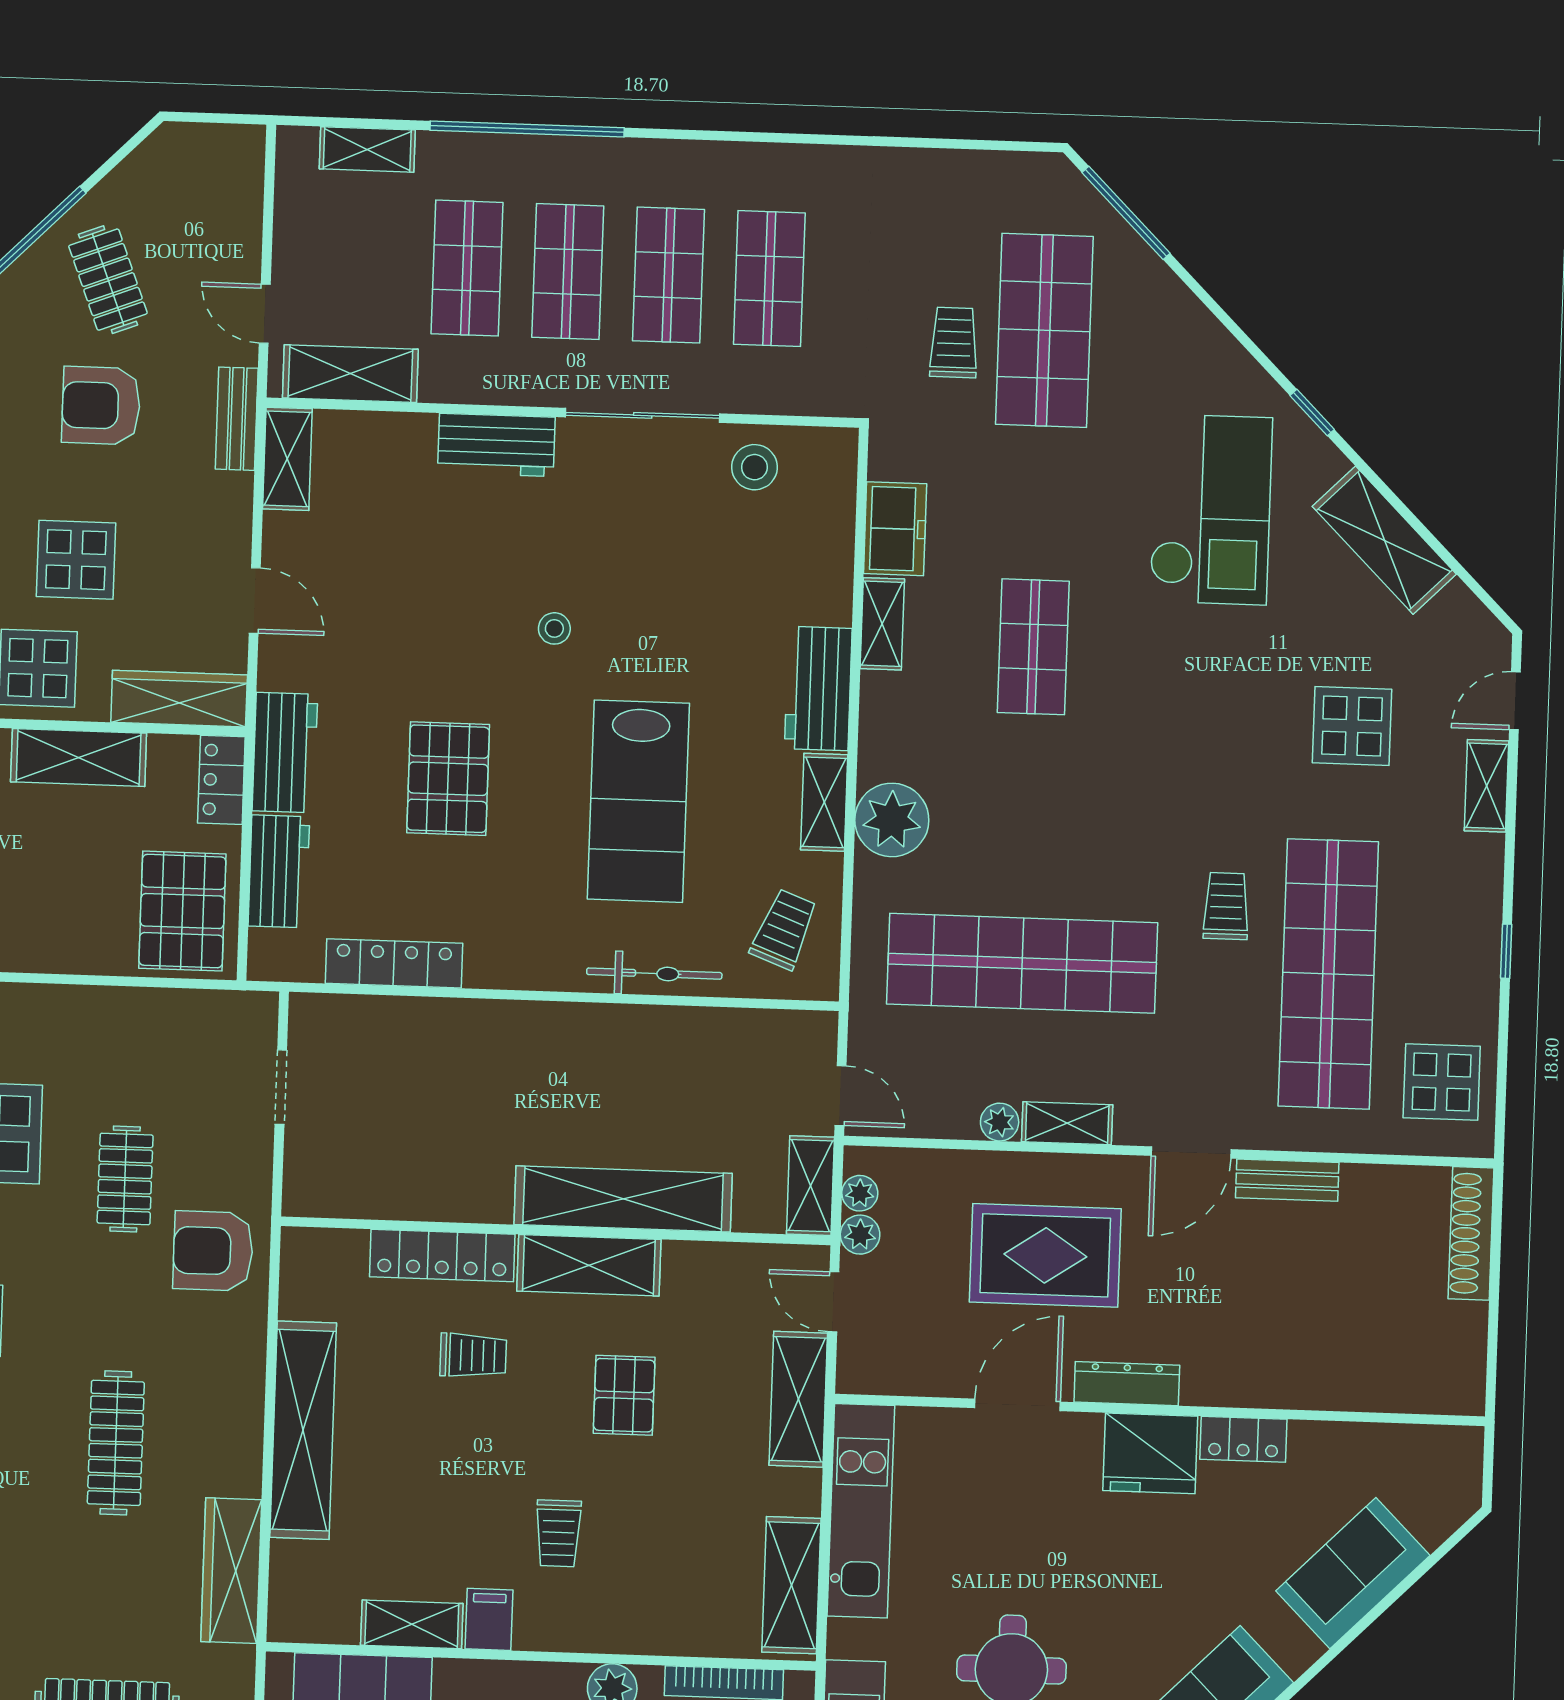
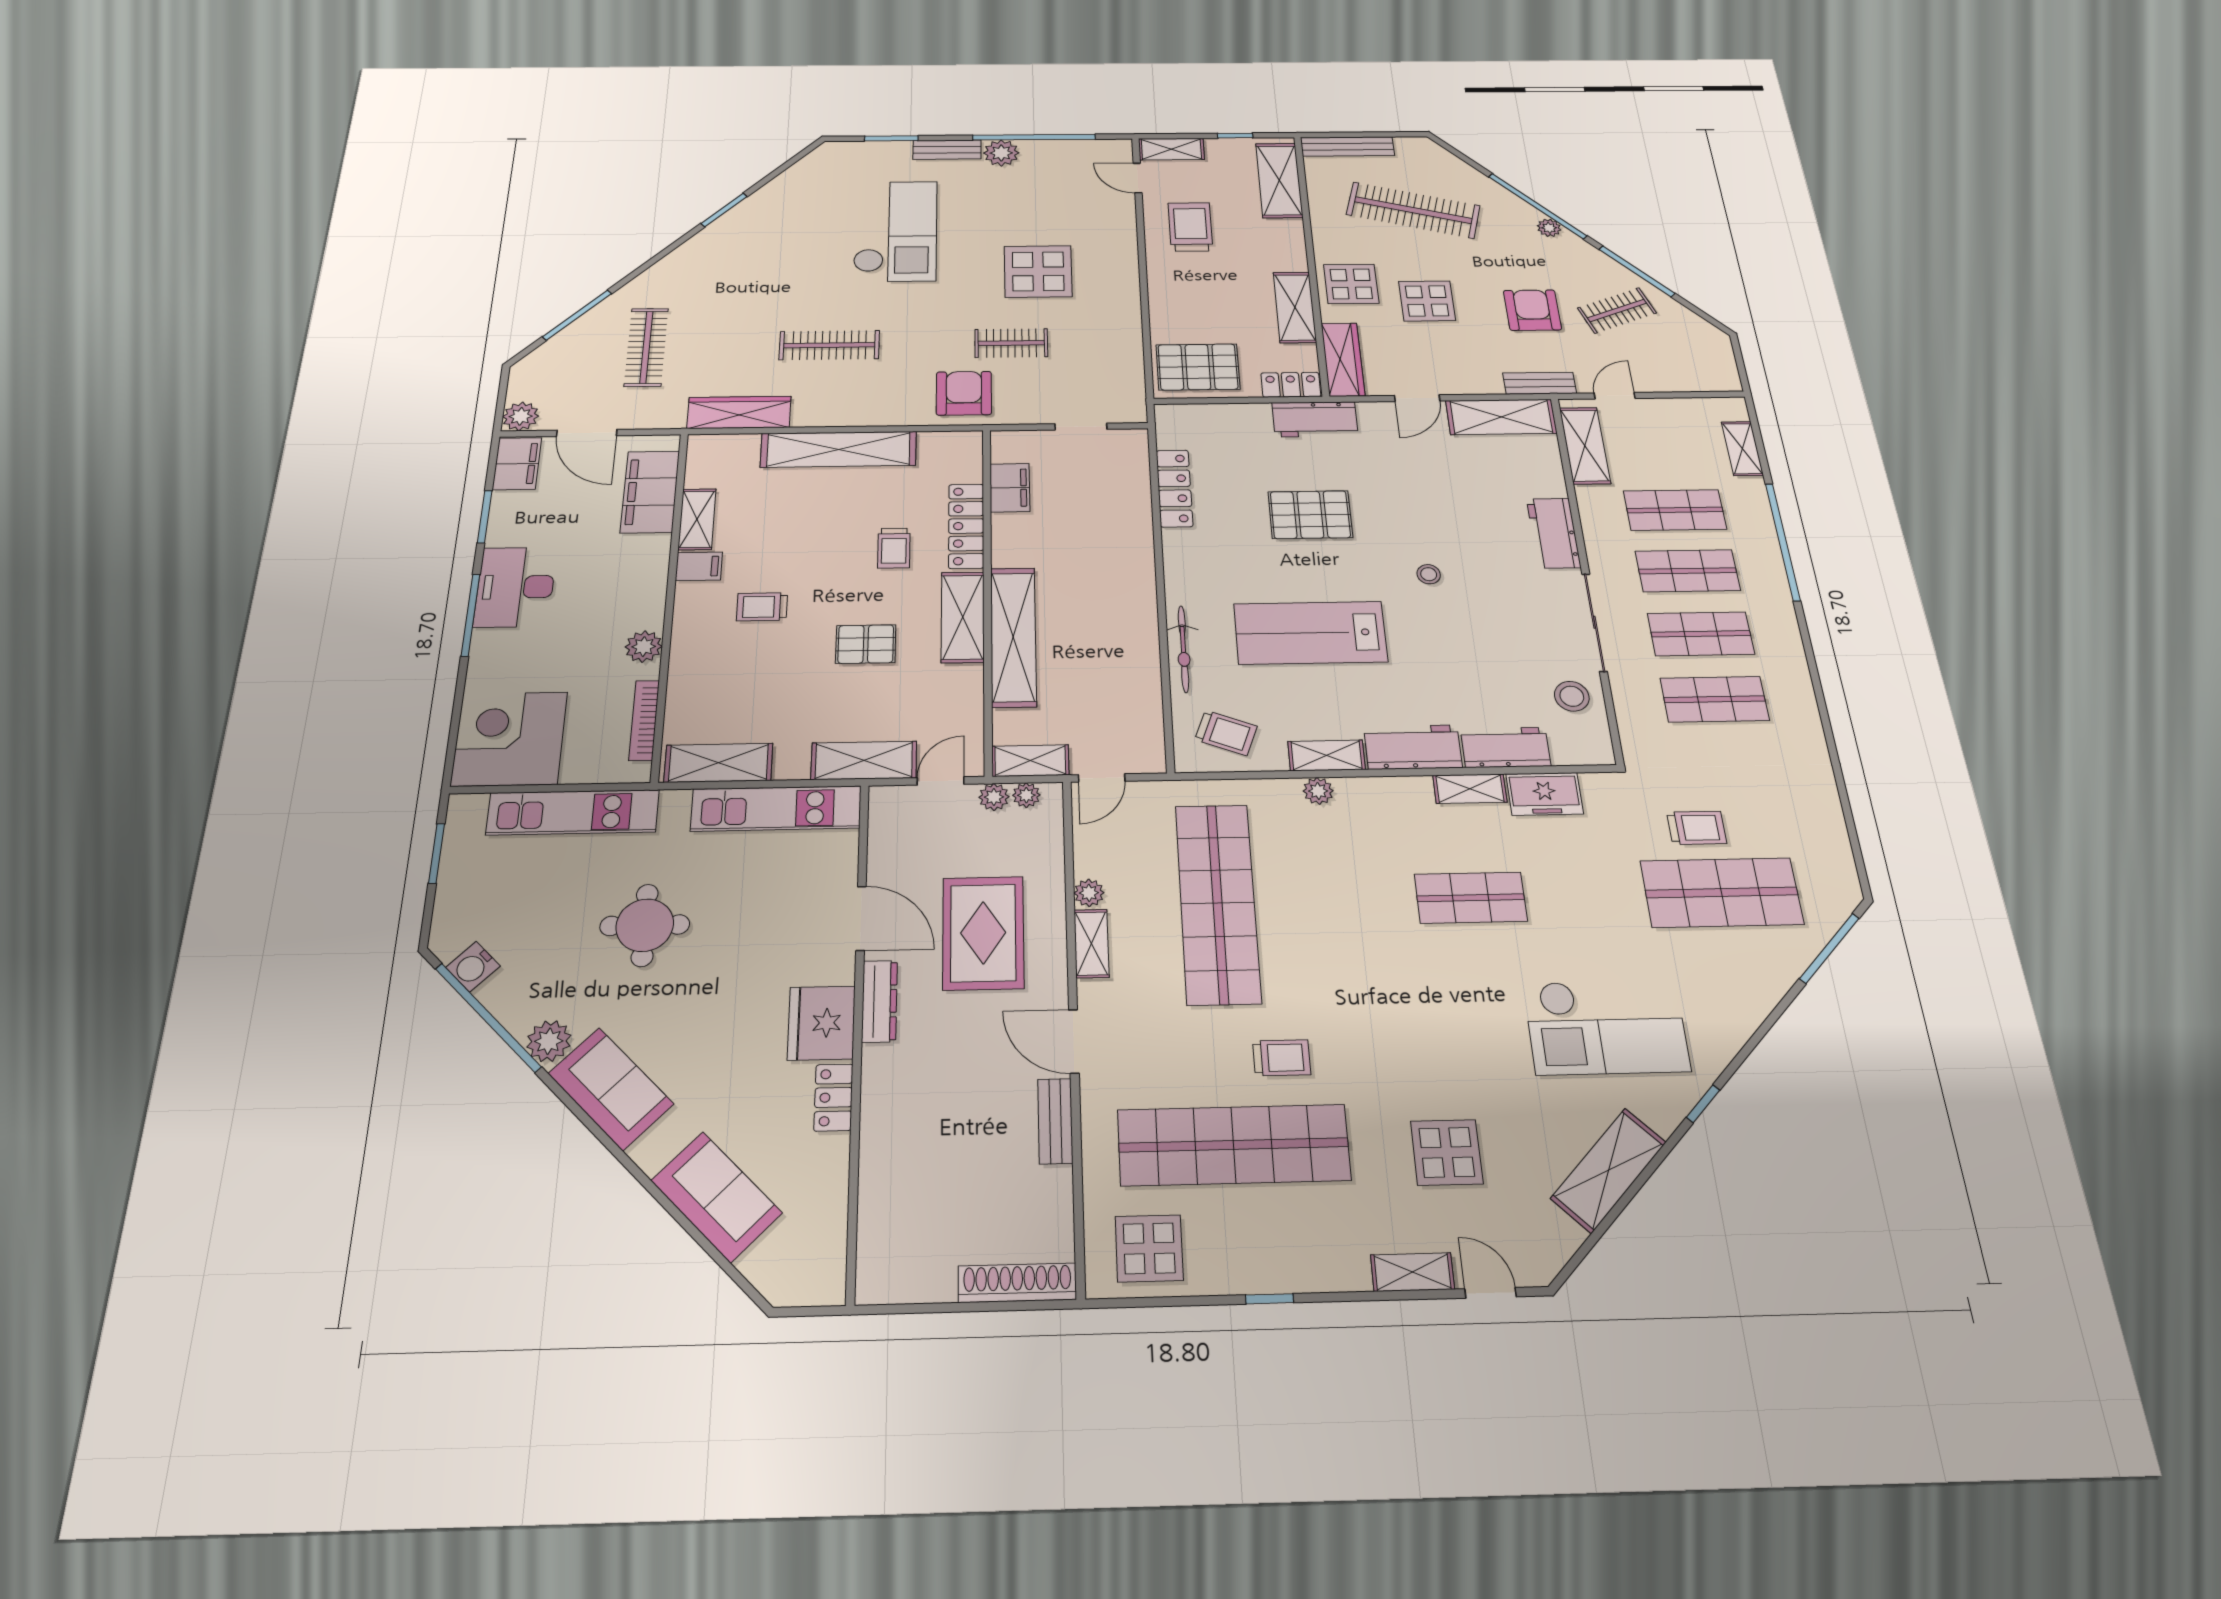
shelving: (287, 459) -> (1501, 417), width x1.50, depth x1.33
plant: (892, 820) -> (1318, 791), width x0.53, depth x0.53
workbench: (279, 871) -> (1505, 747), moved, turned 180
filing cabinet: (381, 1193) -> (1010, 488), added

